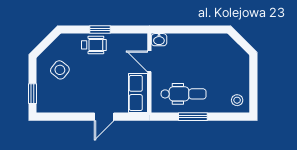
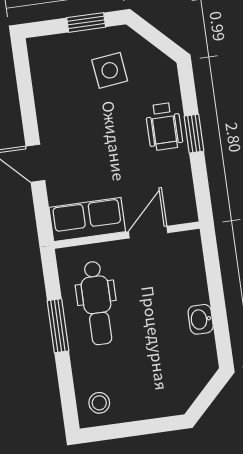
washbasin: (159, 40) -> (201, 319), moved
side table: (60, 70) -> (110, 70), turned 45
window: (32, 94) -> (86, 22), moved

